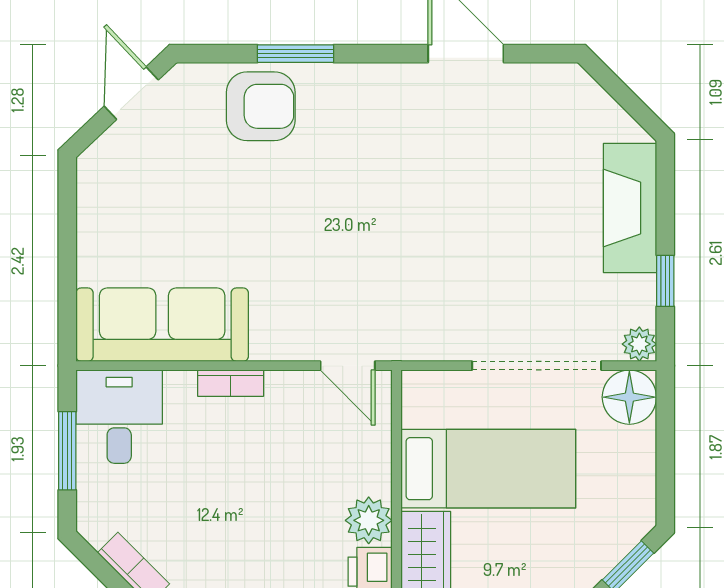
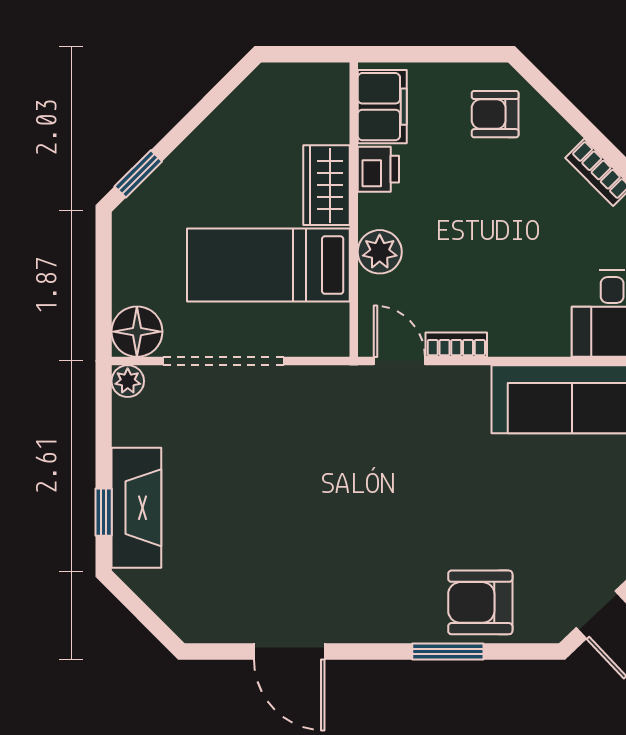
window: (665, 281) -> (104, 512), moved
bookcase: (231, 383) -> (456, 345), moved
plant: (369, 520) -> (380, 252), moved

